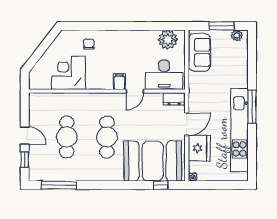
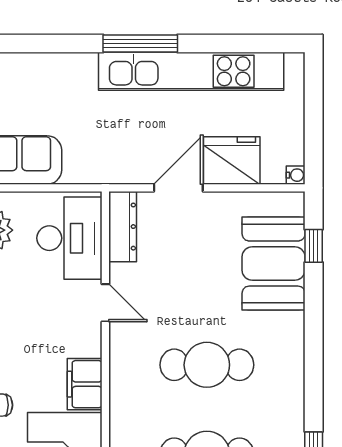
filing cabinet: (120, 82) -> (85, 384), moved, width x2.00
dresser: (174, 99) -> (123, 227), width x1.44
door: (187, 124) -> (178, 188), hinge flipped
booth: (153, 161) -> (274, 264), width x0.73, depth x0.70

